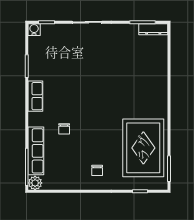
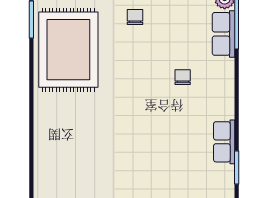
row of seats: (35, 96) -> (224, 142), moved
row of seats: (36, 151) -> (223, 34), width x0.68

